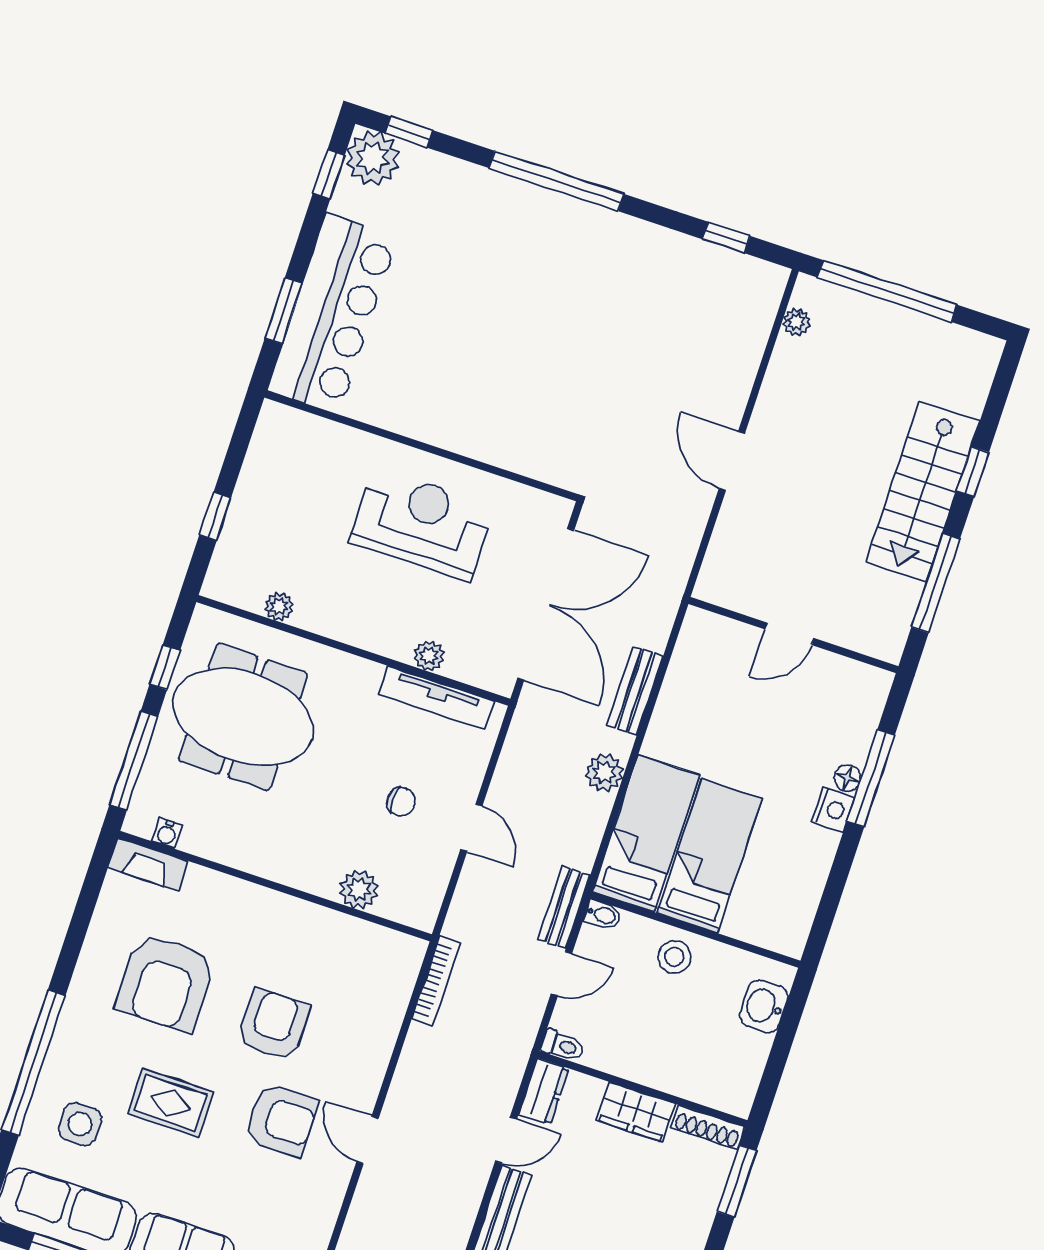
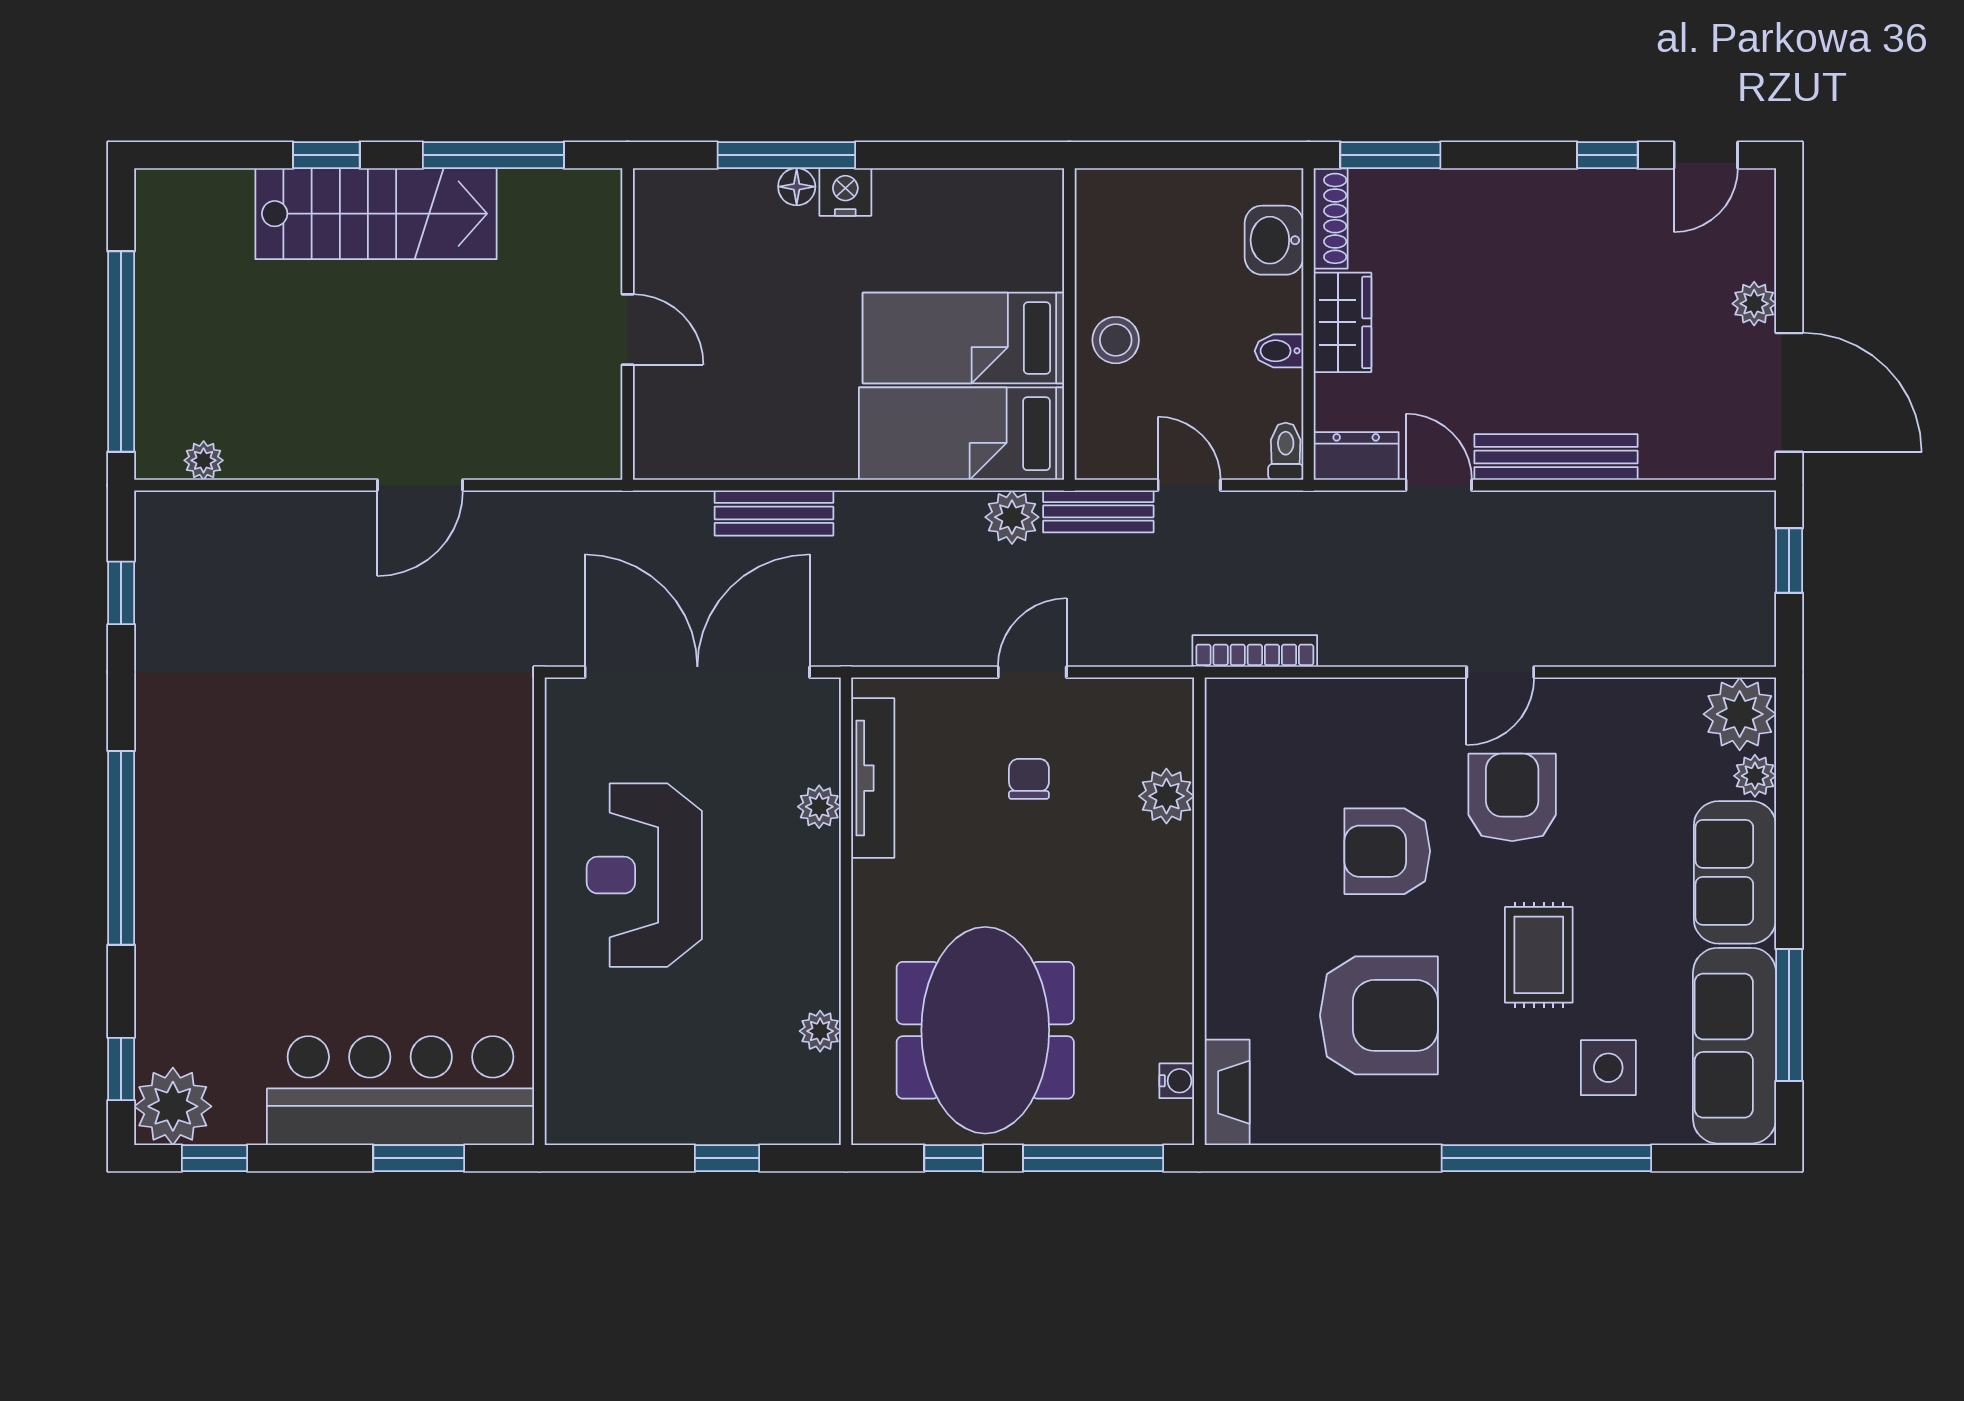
plant: (605, 772) -> (1012, 517), moved
bidet: (603, 915) -> (1279, 351), moved, turned -90
washbasin: (764, 1006) -> (1274, 240), moved, turned 90

